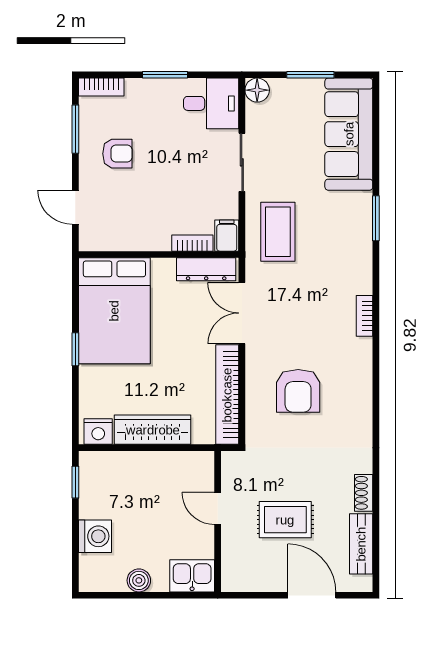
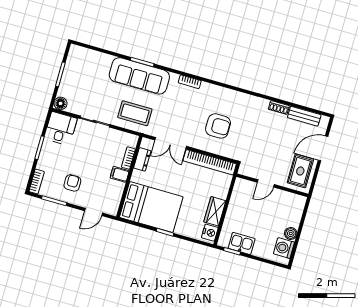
sofa: (349, 134) -> (139, 76), moved
filing cabinet: (227, 236) -> (120, 174), moved
dresser: (206, 269) -> (142, 159), width x0.70
wardrobe: (153, 430) -> (215, 211), width x0.67
rug: (285, 520) -> (300, 171), moved
washing machine: (95, 536) -> (284, 248), moved, turned -90
kitchen sink: (192, 576) -> (242, 243), moved, turned 90

